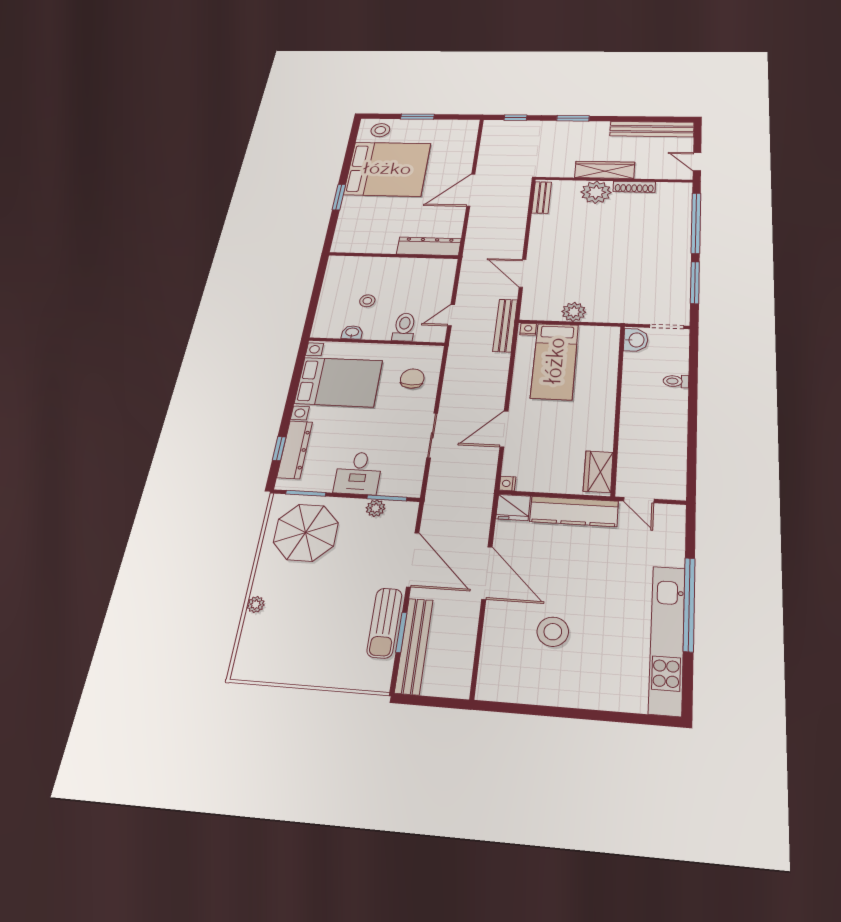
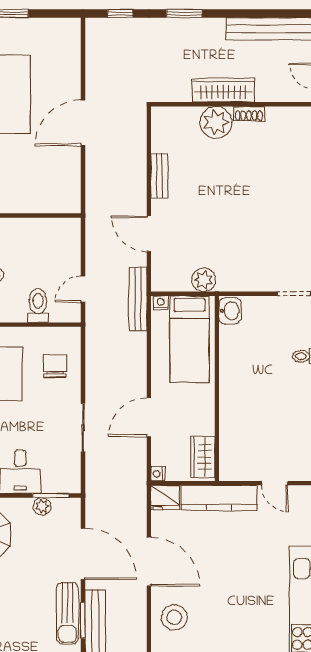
shoe rack: (634, 187) -> (249, 114), width x0.70
bench: (542, 197) -> (159, 176), moved
dresser: (429, 246) -> (48, 202), removed
washbasin: (636, 340) -> (230, 311), moved
wall: (618, 408) -> (217, 388), moved
wardrobe: (598, 472) -> (203, 457), moved
stool: (553, 632) -> (174, 617), moved

